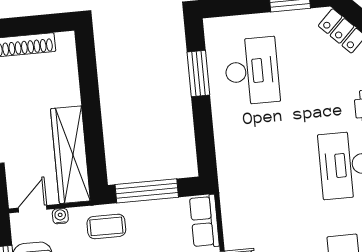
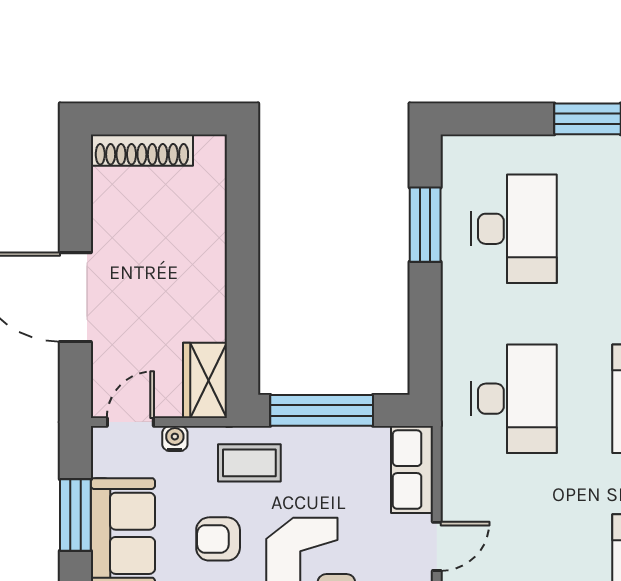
wardrobe: (70, 155) -> (205, 380), width x0.48, depth x0.85
desk: (262, 173) -> (514, 399), added

